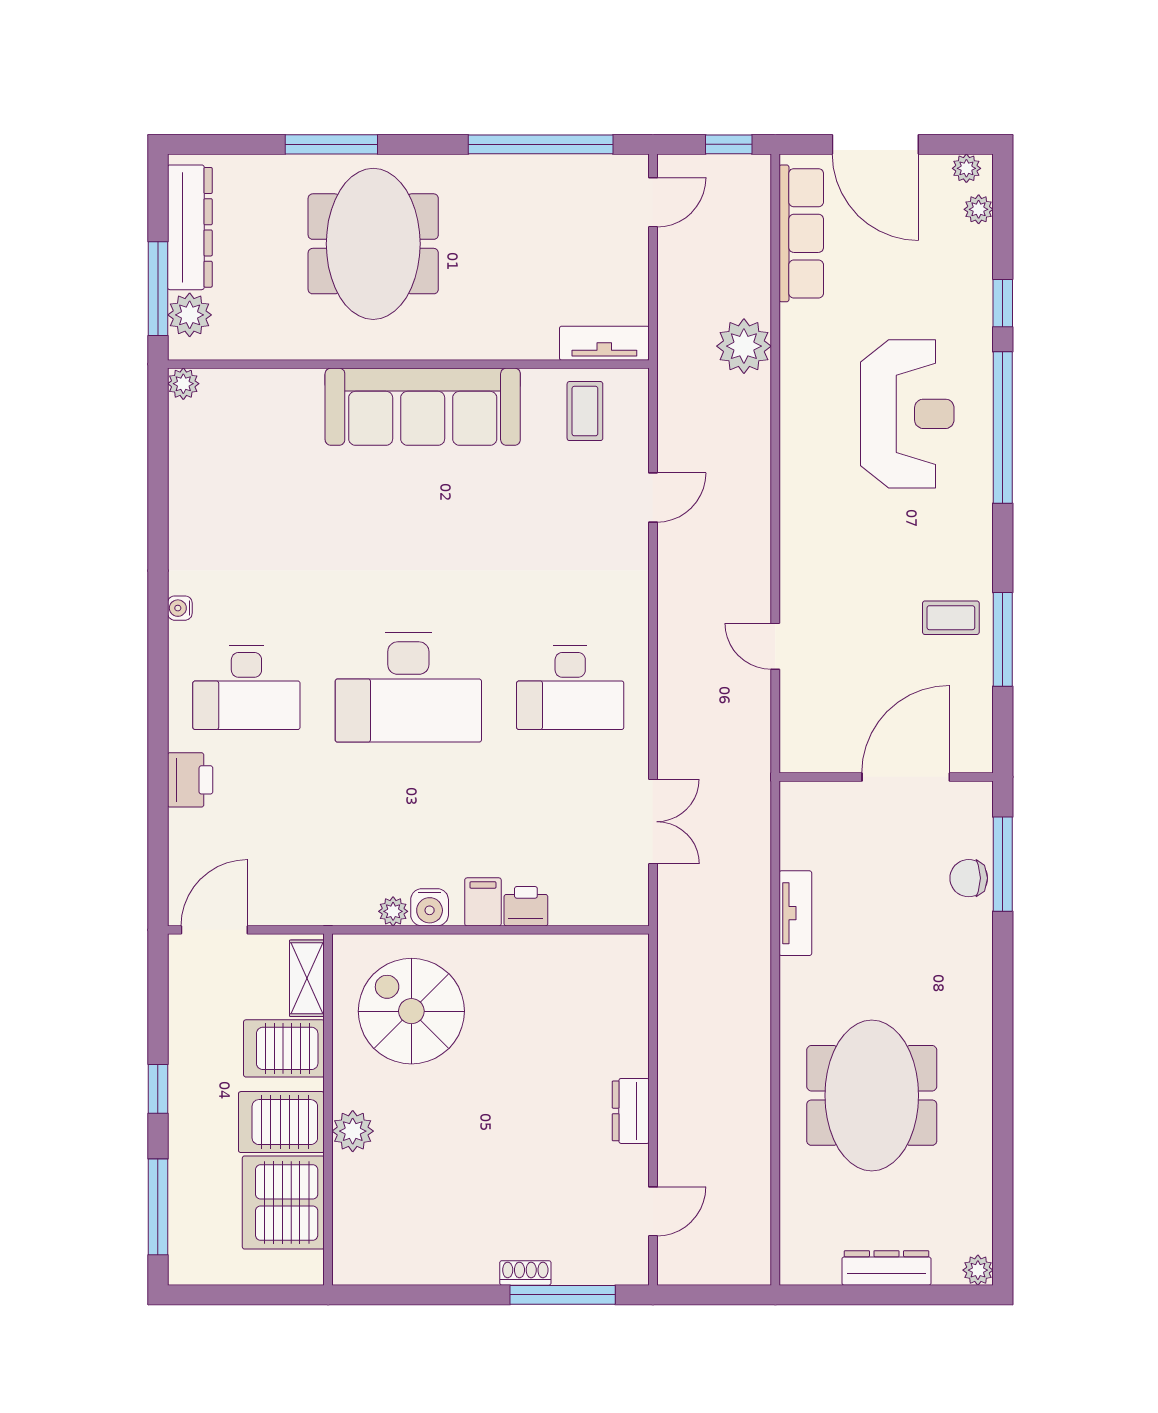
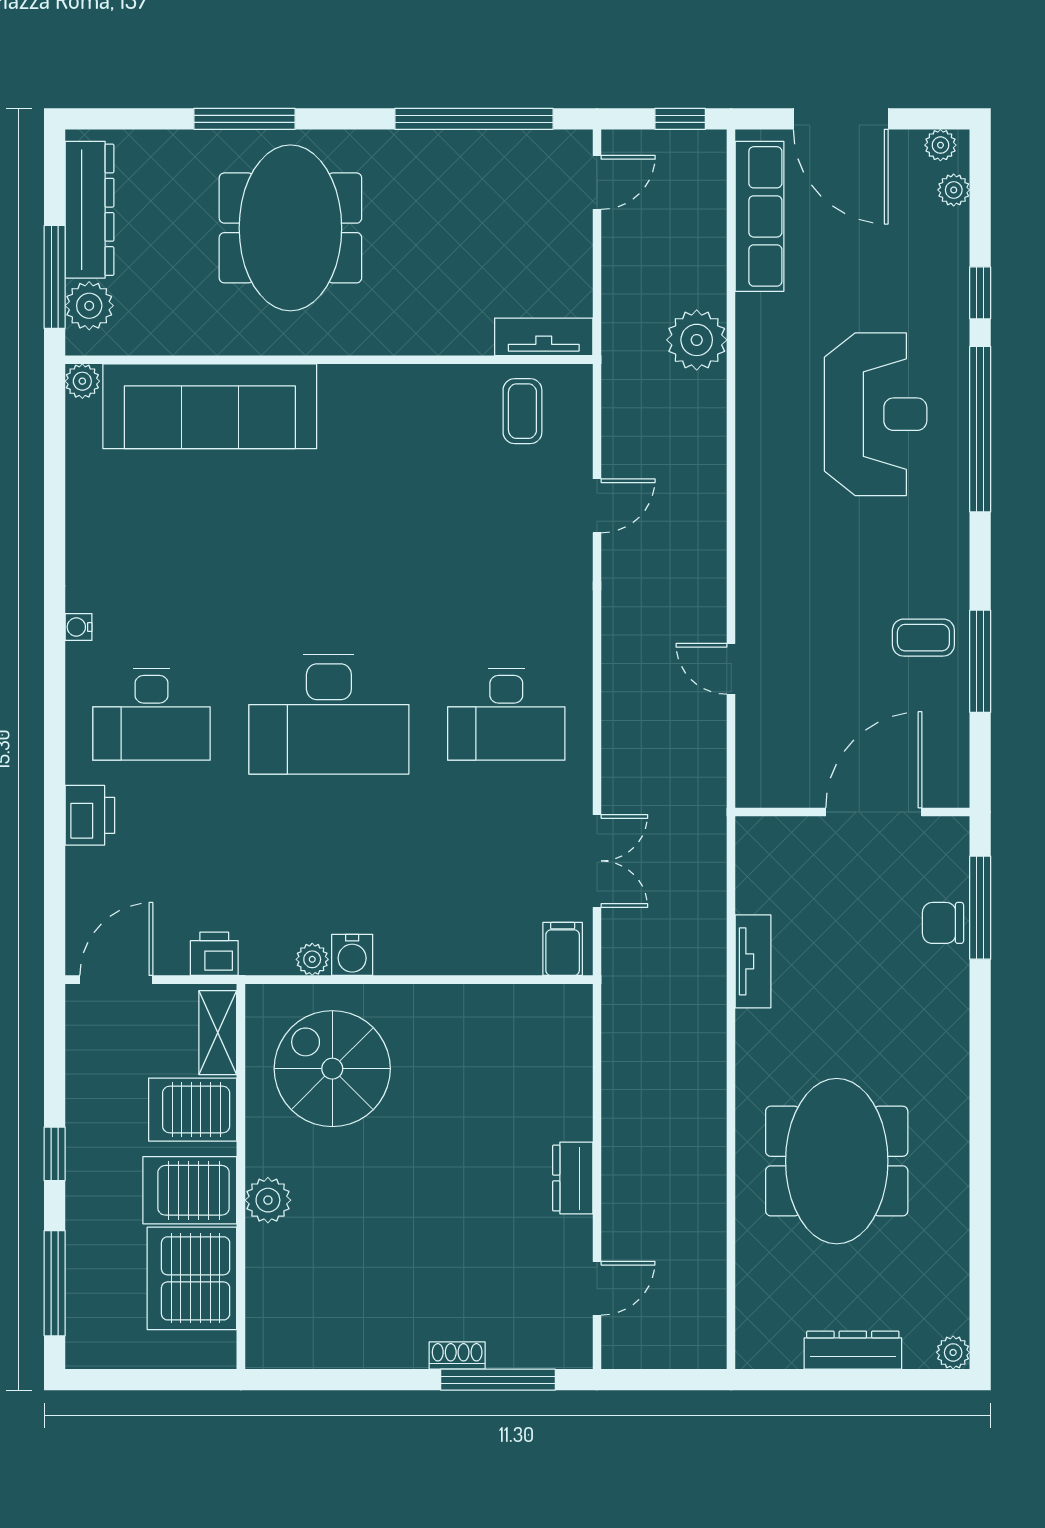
sofa: (423, 407) -> (210, 406), moved
filing cabinet: (483, 902) -> (563, 949), moved
printer: (526, 906) -> (214, 954), moved

